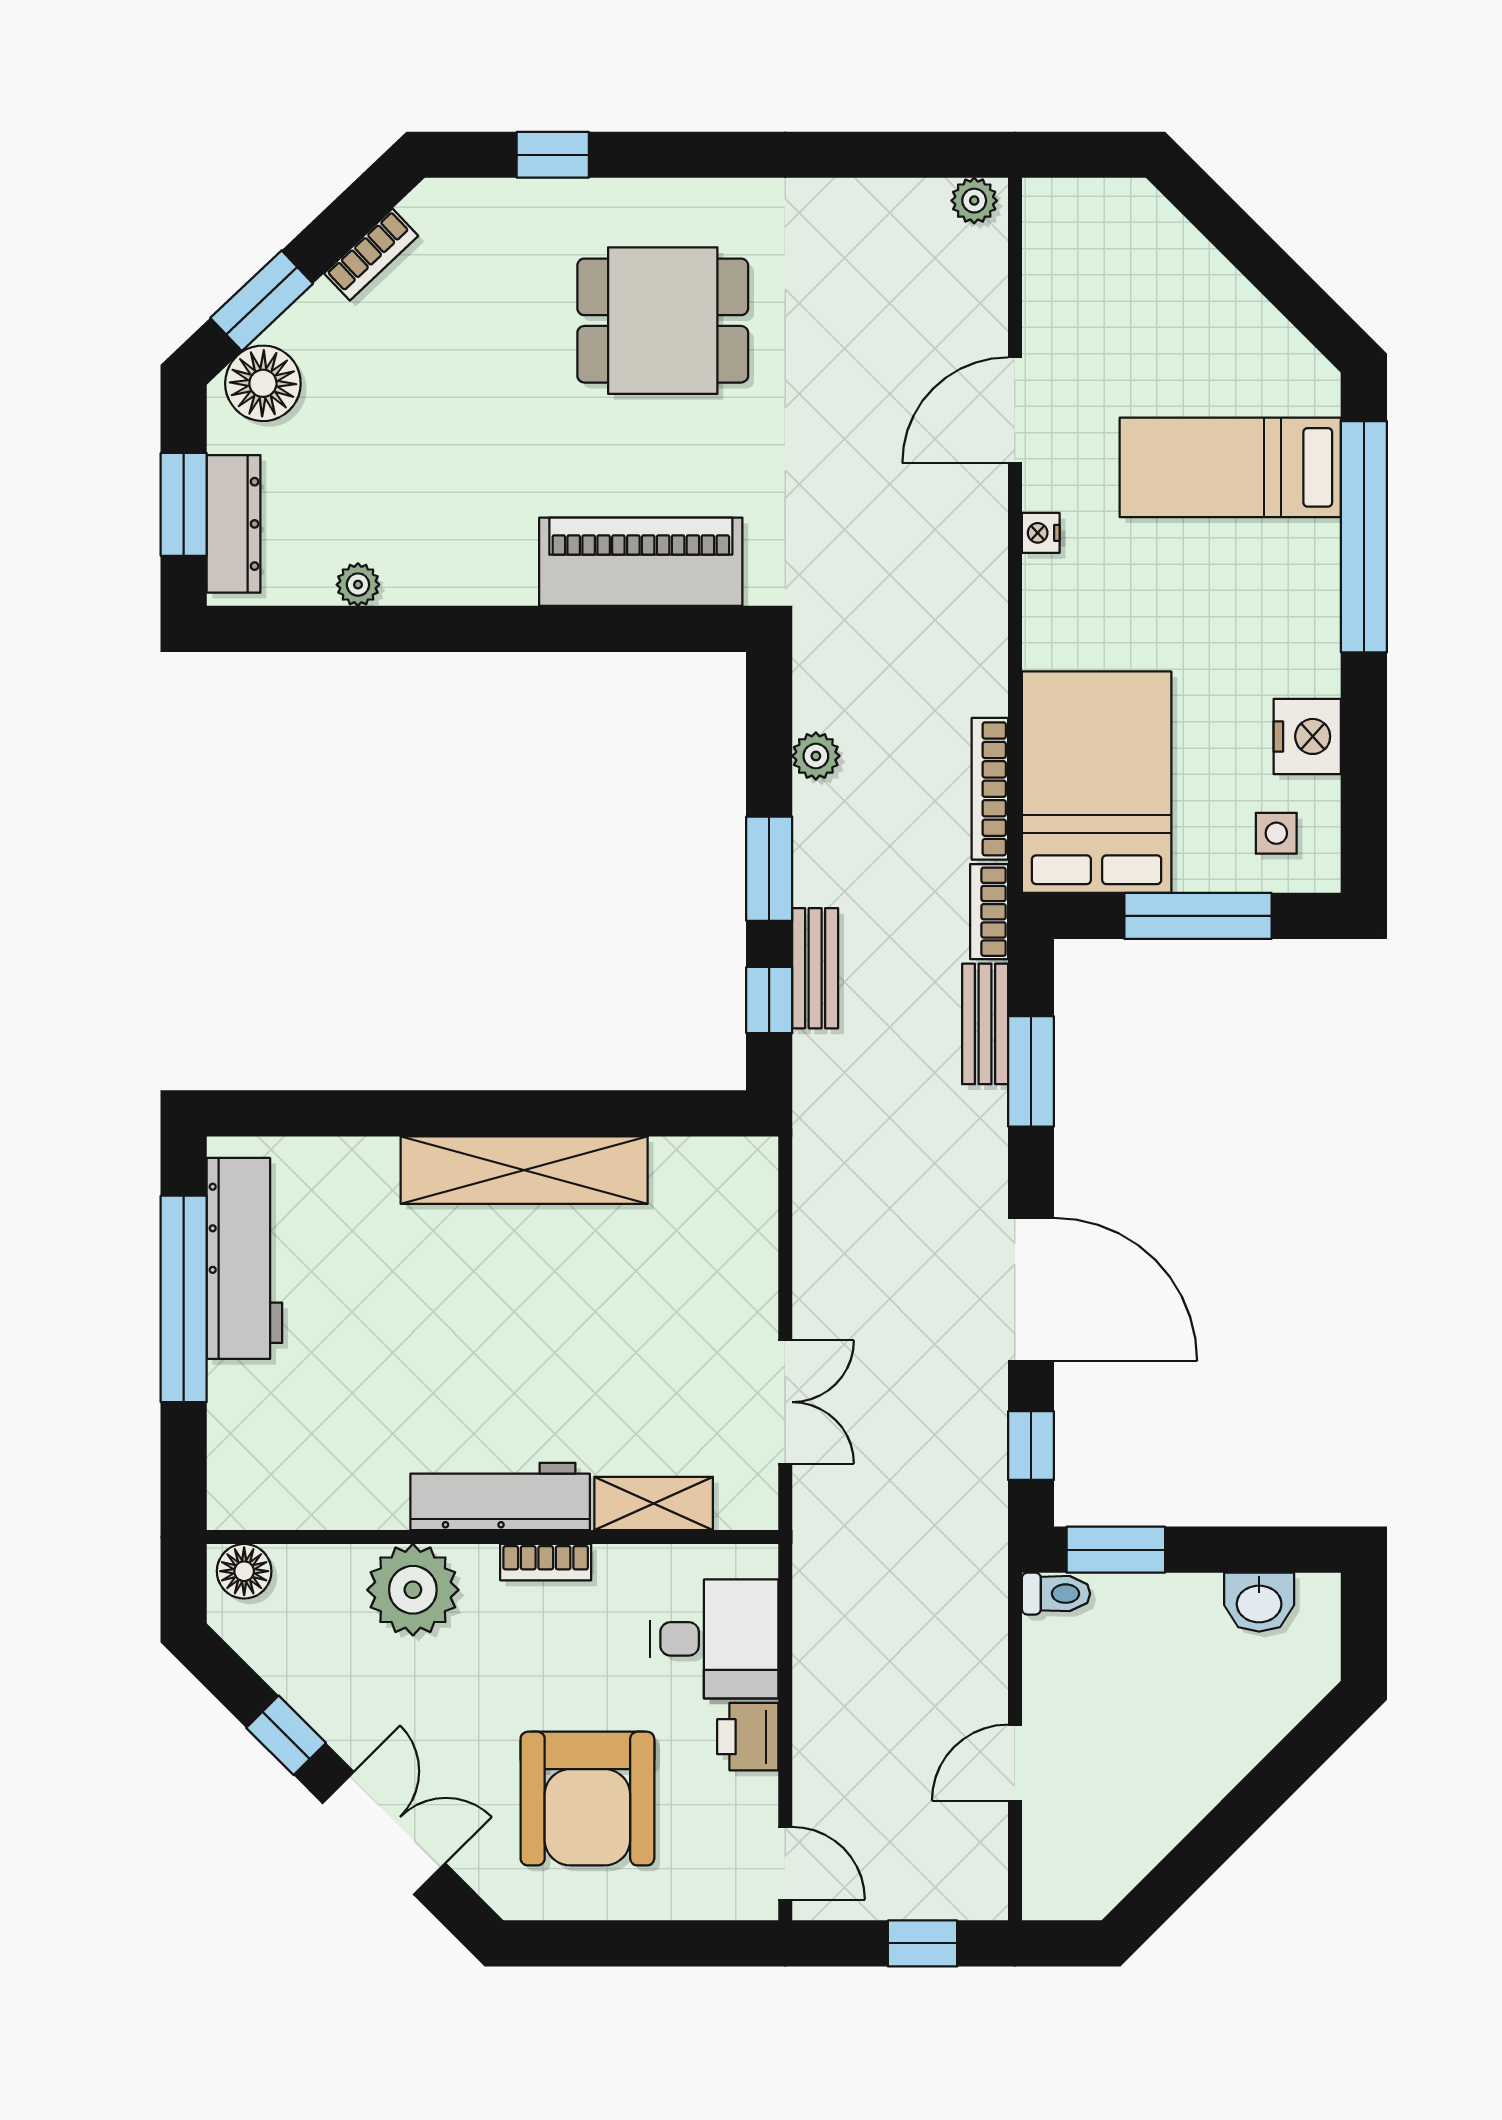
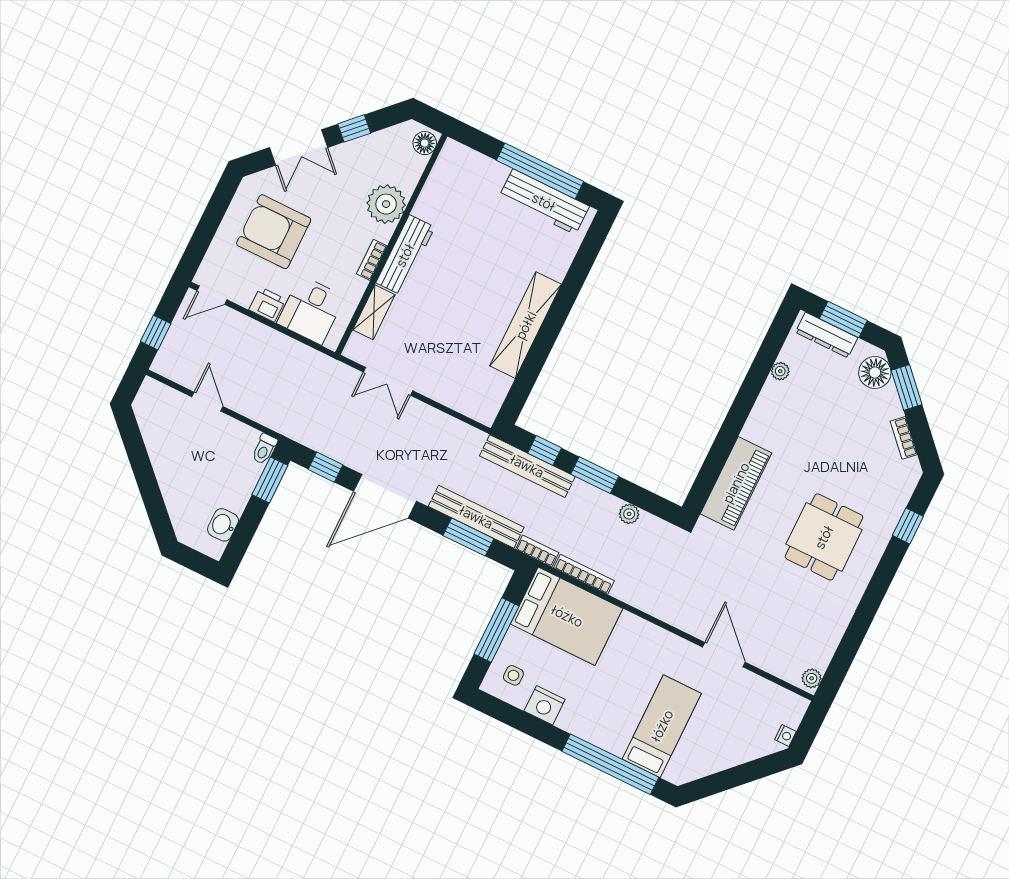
nightstand: (1041, 533) -> (785, 736), moved, turned 90
bench: (815, 968) -> (527, 466), width x1.86, depth x1.21
bench: (985, 1024) -> (476, 517), width x1.86, depth x1.21

